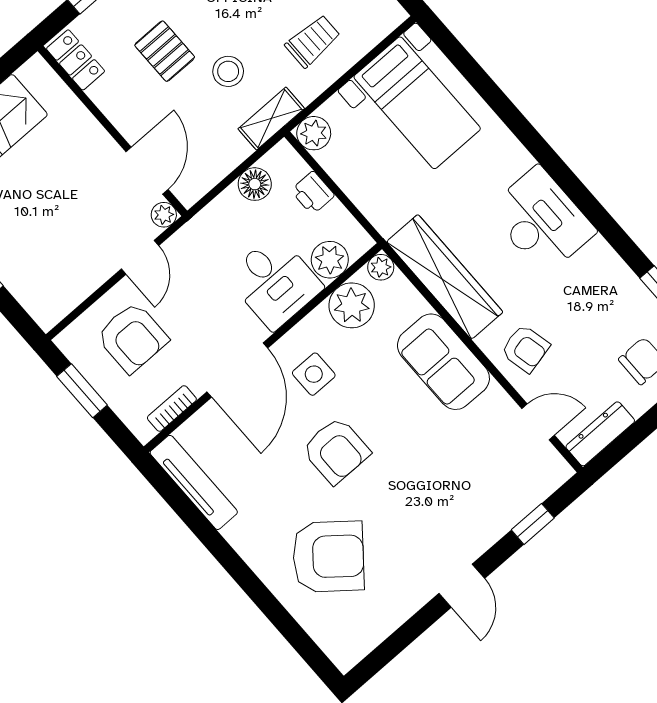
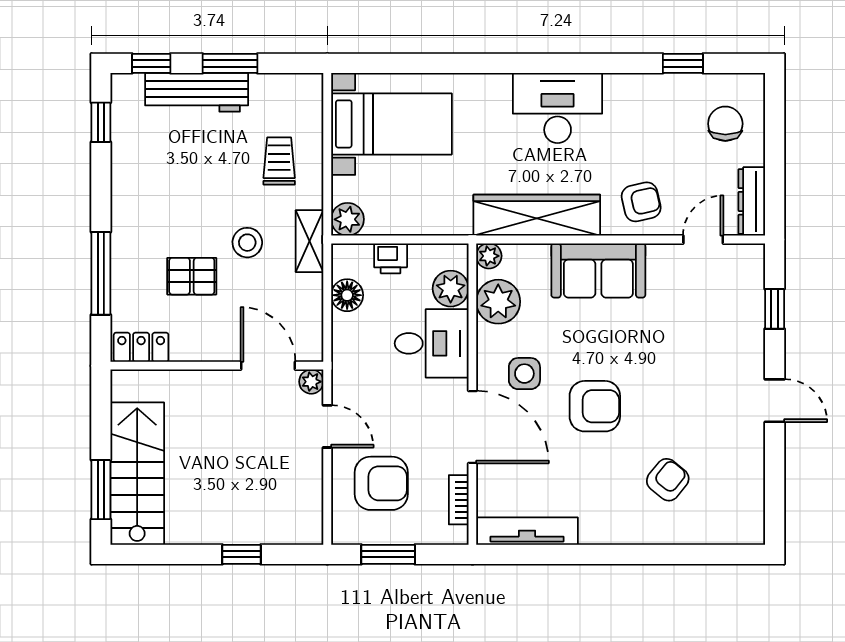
armchair: (328, 557) -> (668, 480), width x0.53, depth x0.53

